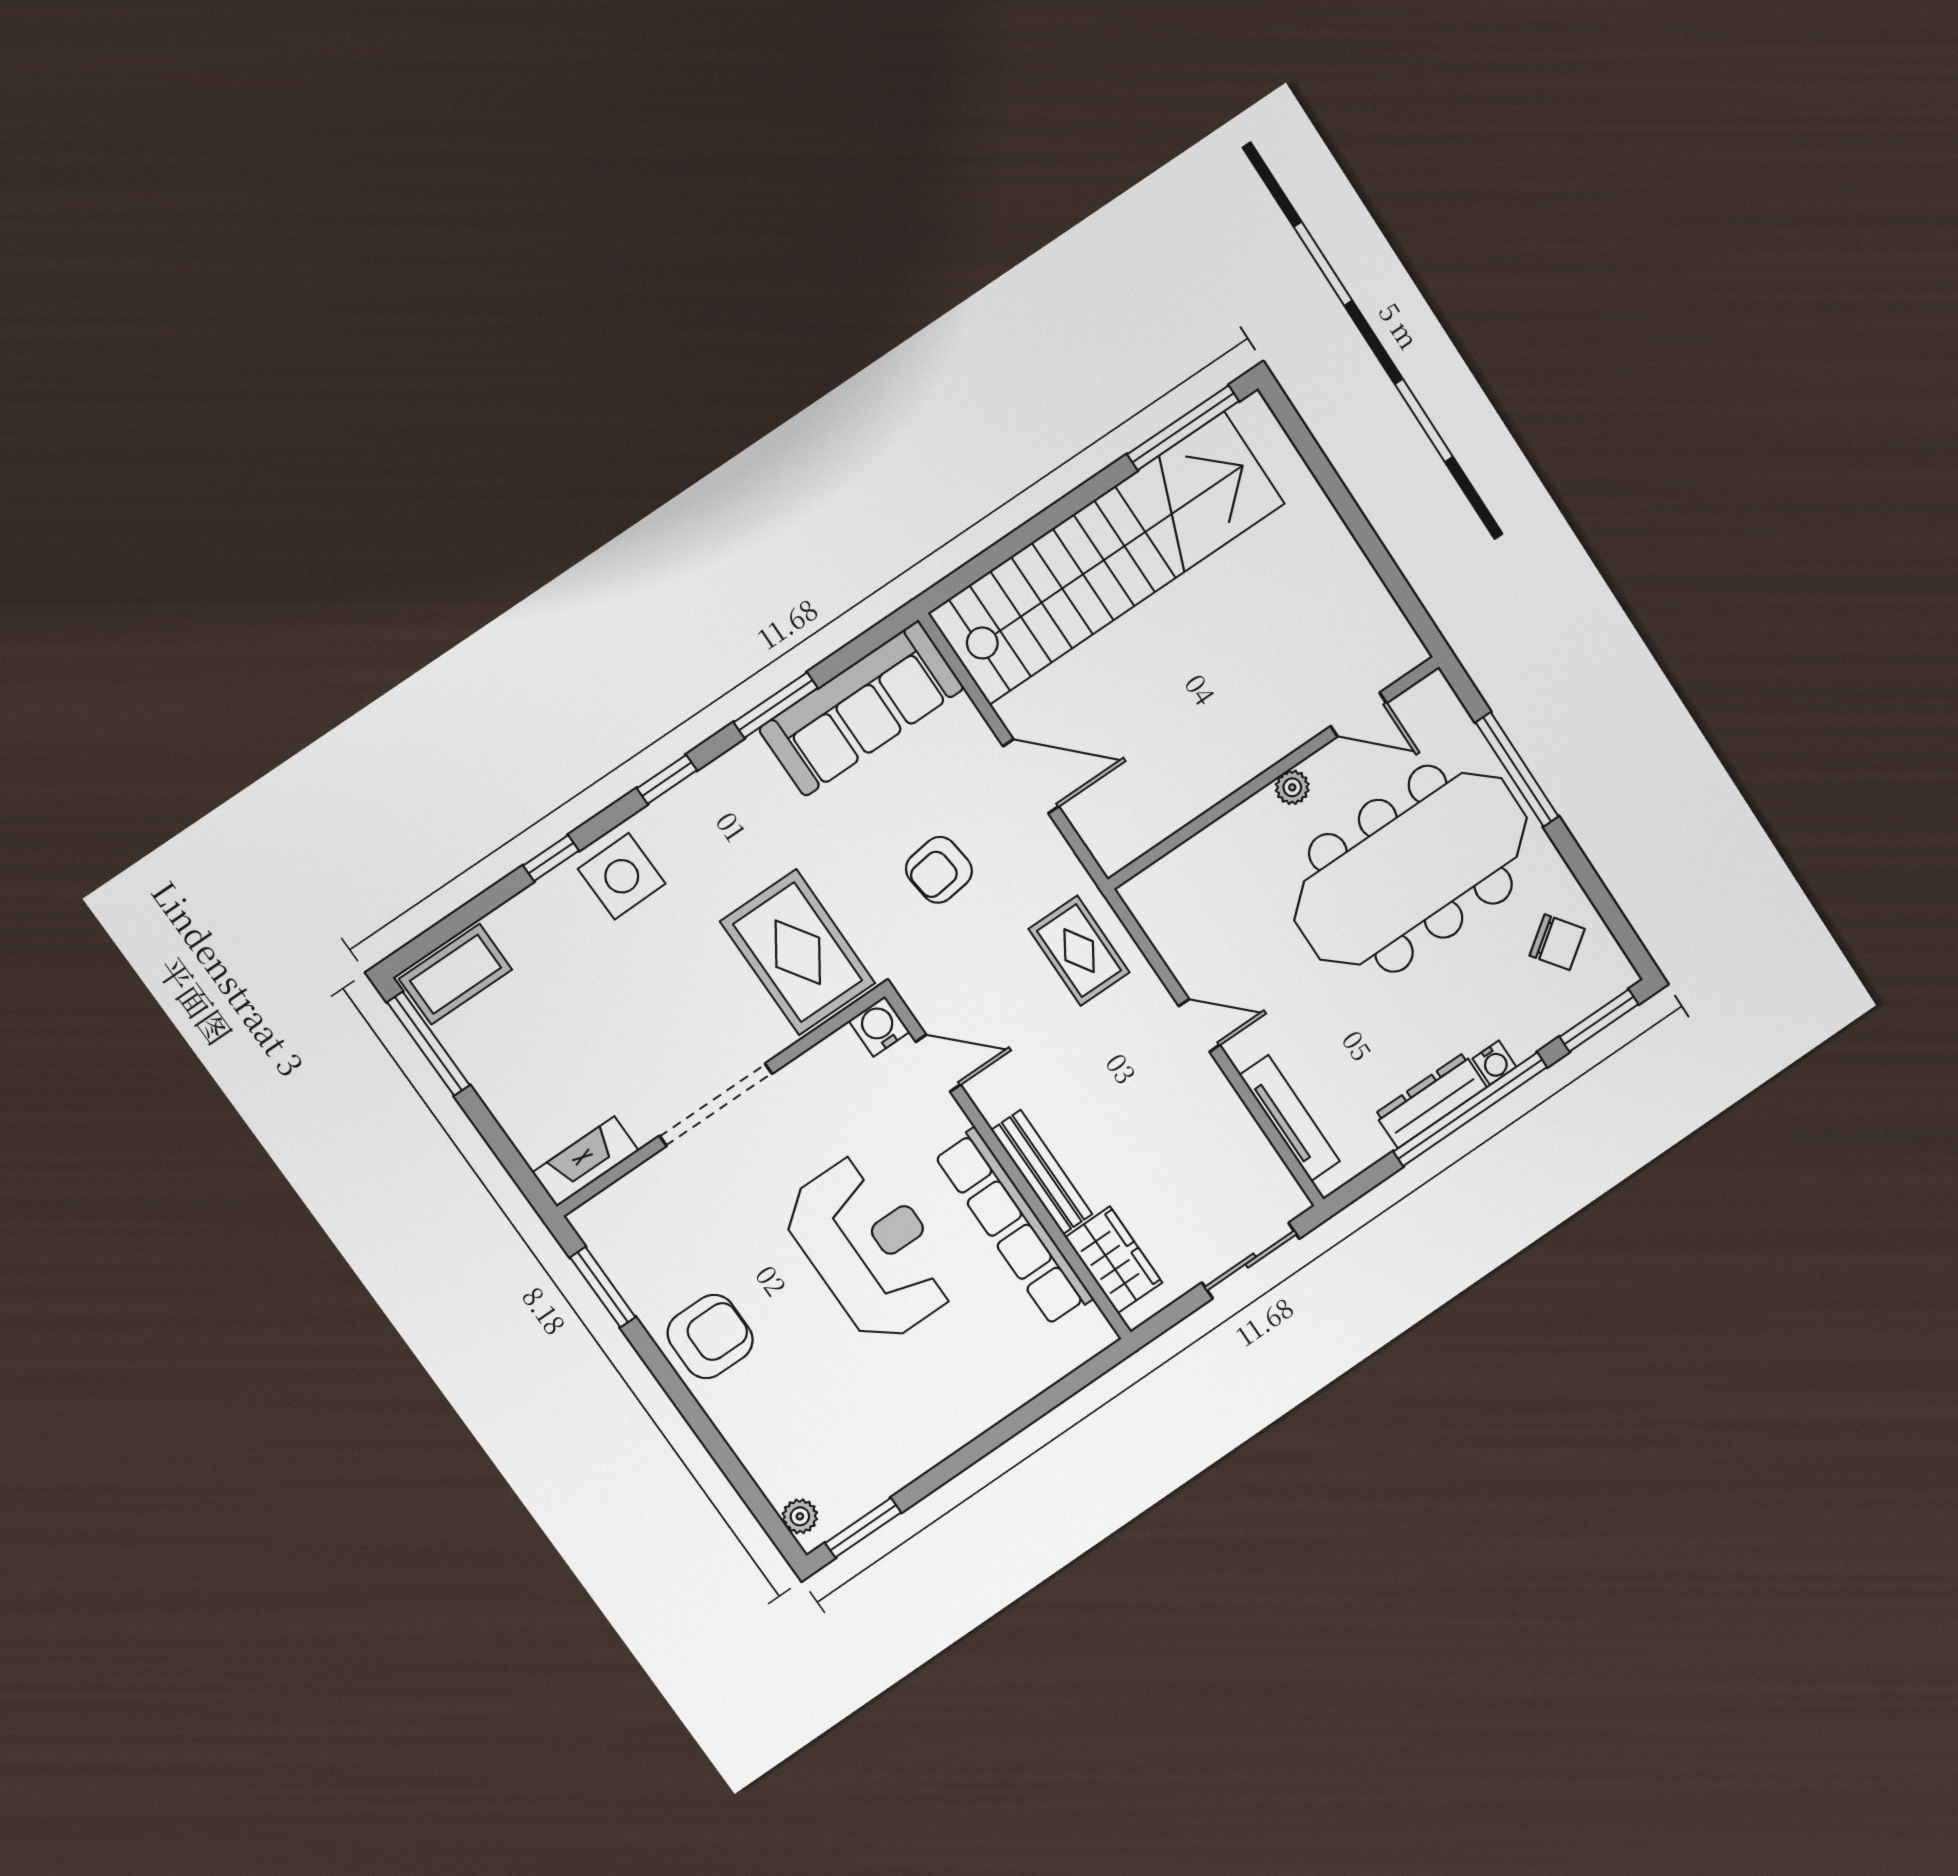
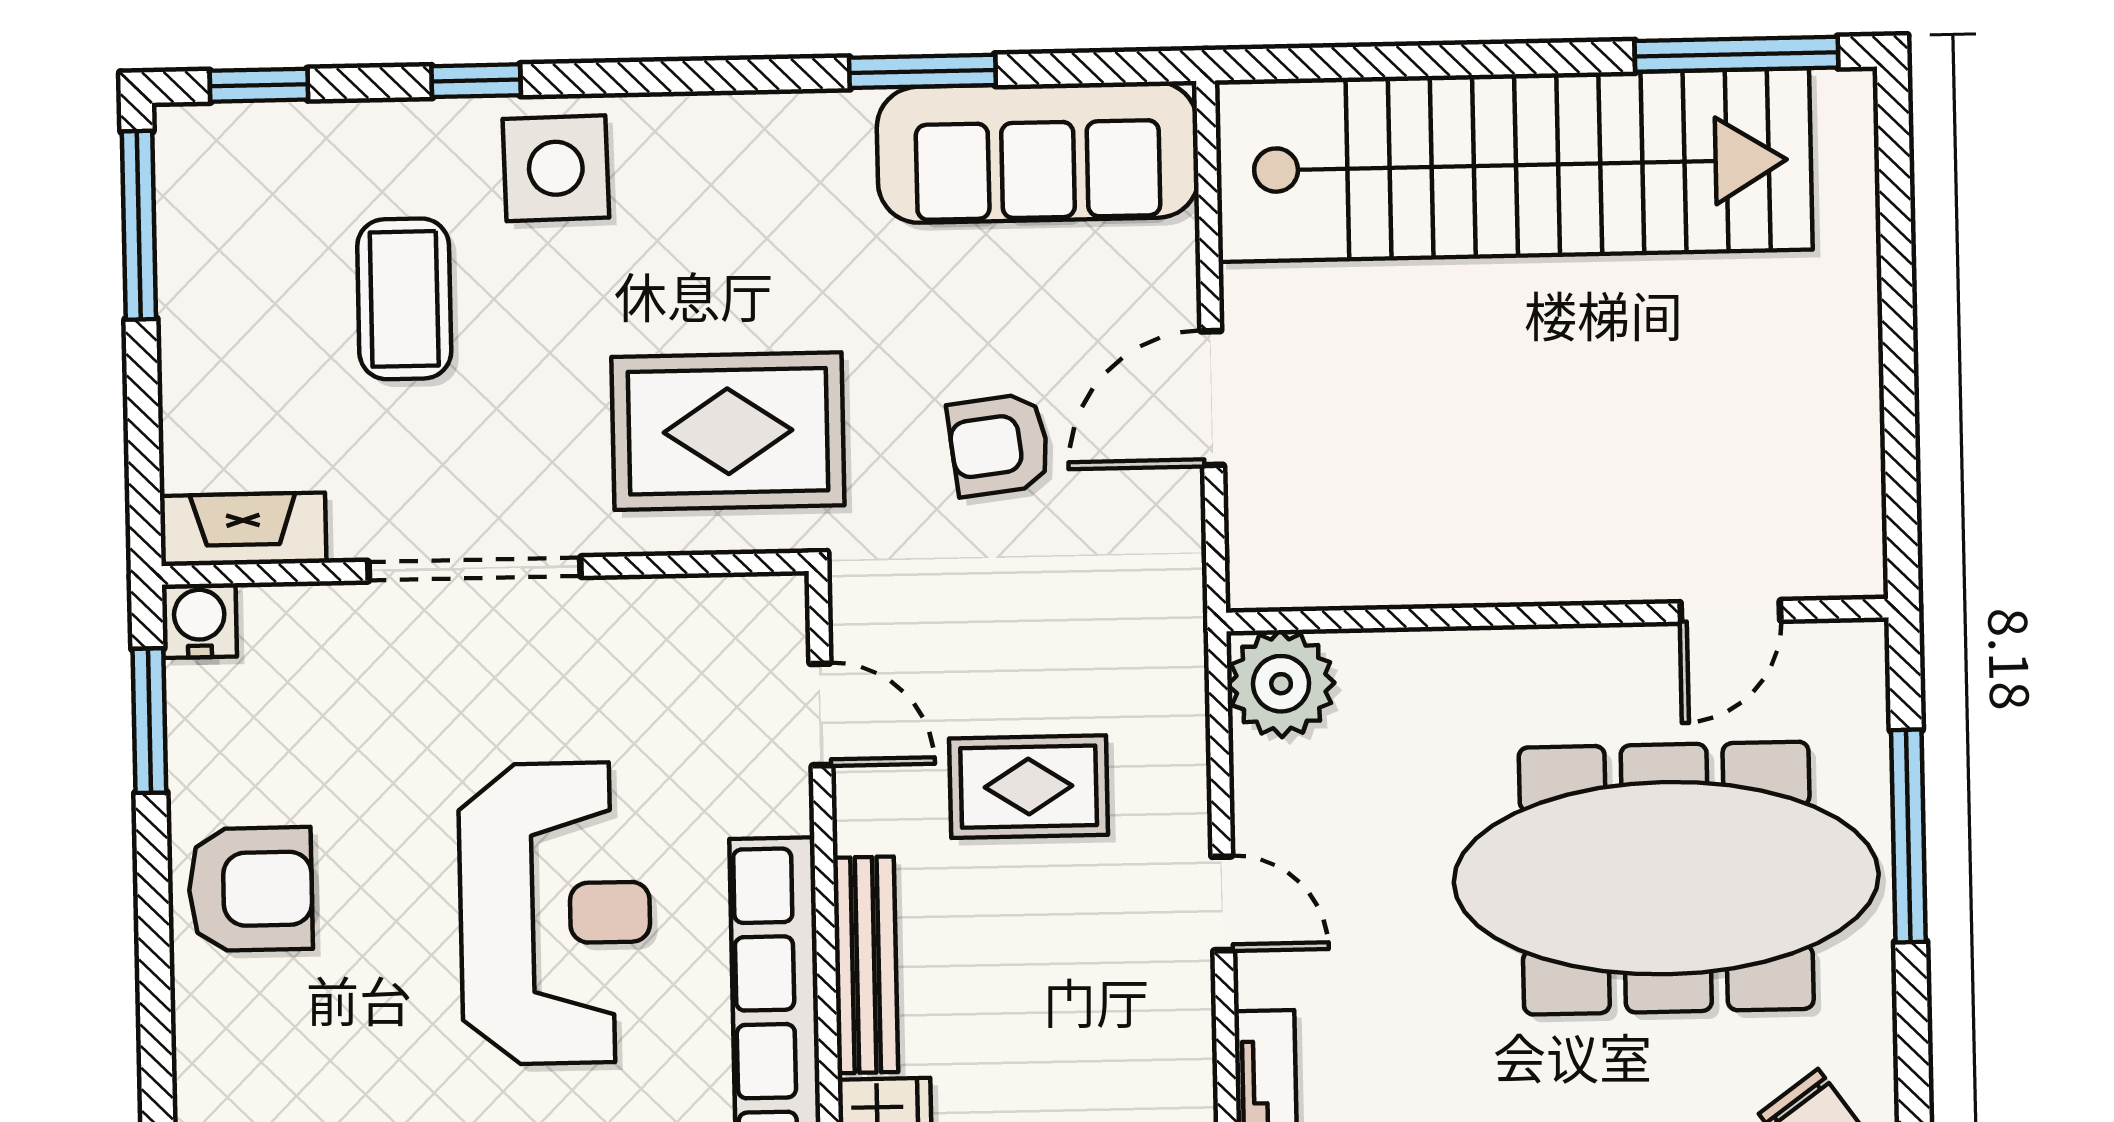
door: (1359, 715) -> (1730, 611), hinge flipped
door: (1031, 776) -> (1212, 398), swing flipped
window: (667, 779) -> (259, 85), moved
plant: (1292, 787) -> (1281, 684), moved, width x1.88, depth x1.88
rug: (1079, 951) -> (1029, 787), moved, turned 90
rug: (798, 952) -> (728, 431), turned 90
coffee table: (455, 974) -> (404, 299), moved, turned 90
water cooler: (879, 1026) -> (199, 621), moved

